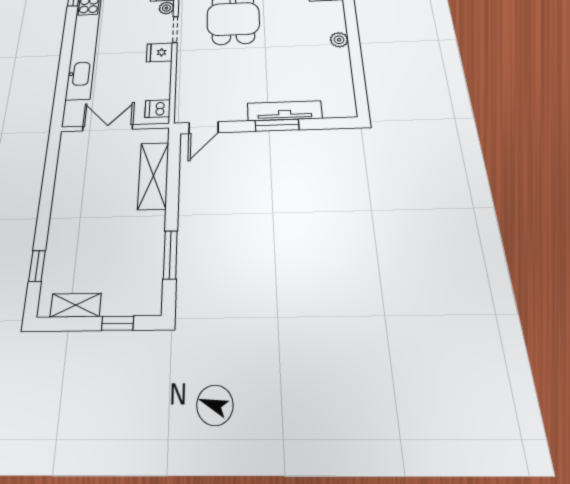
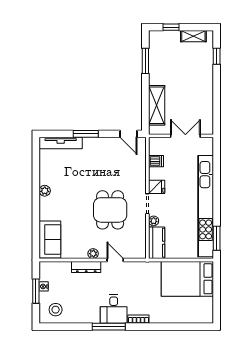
dishwasher: (158, 109) -> (156, 161), moved
tv unit: (285, 111) -> (61, 143), moved
double door: (108, 128) -> (185, 136), swing flipped
door: (204, 128) -> (128, 134), swing flipped

